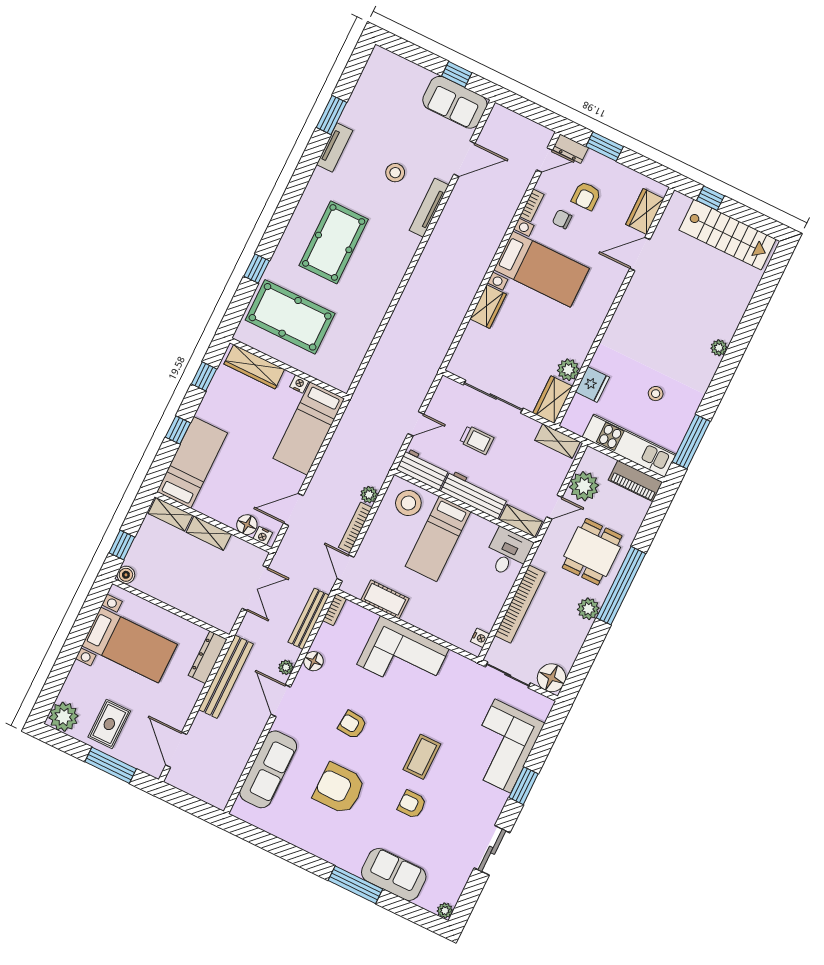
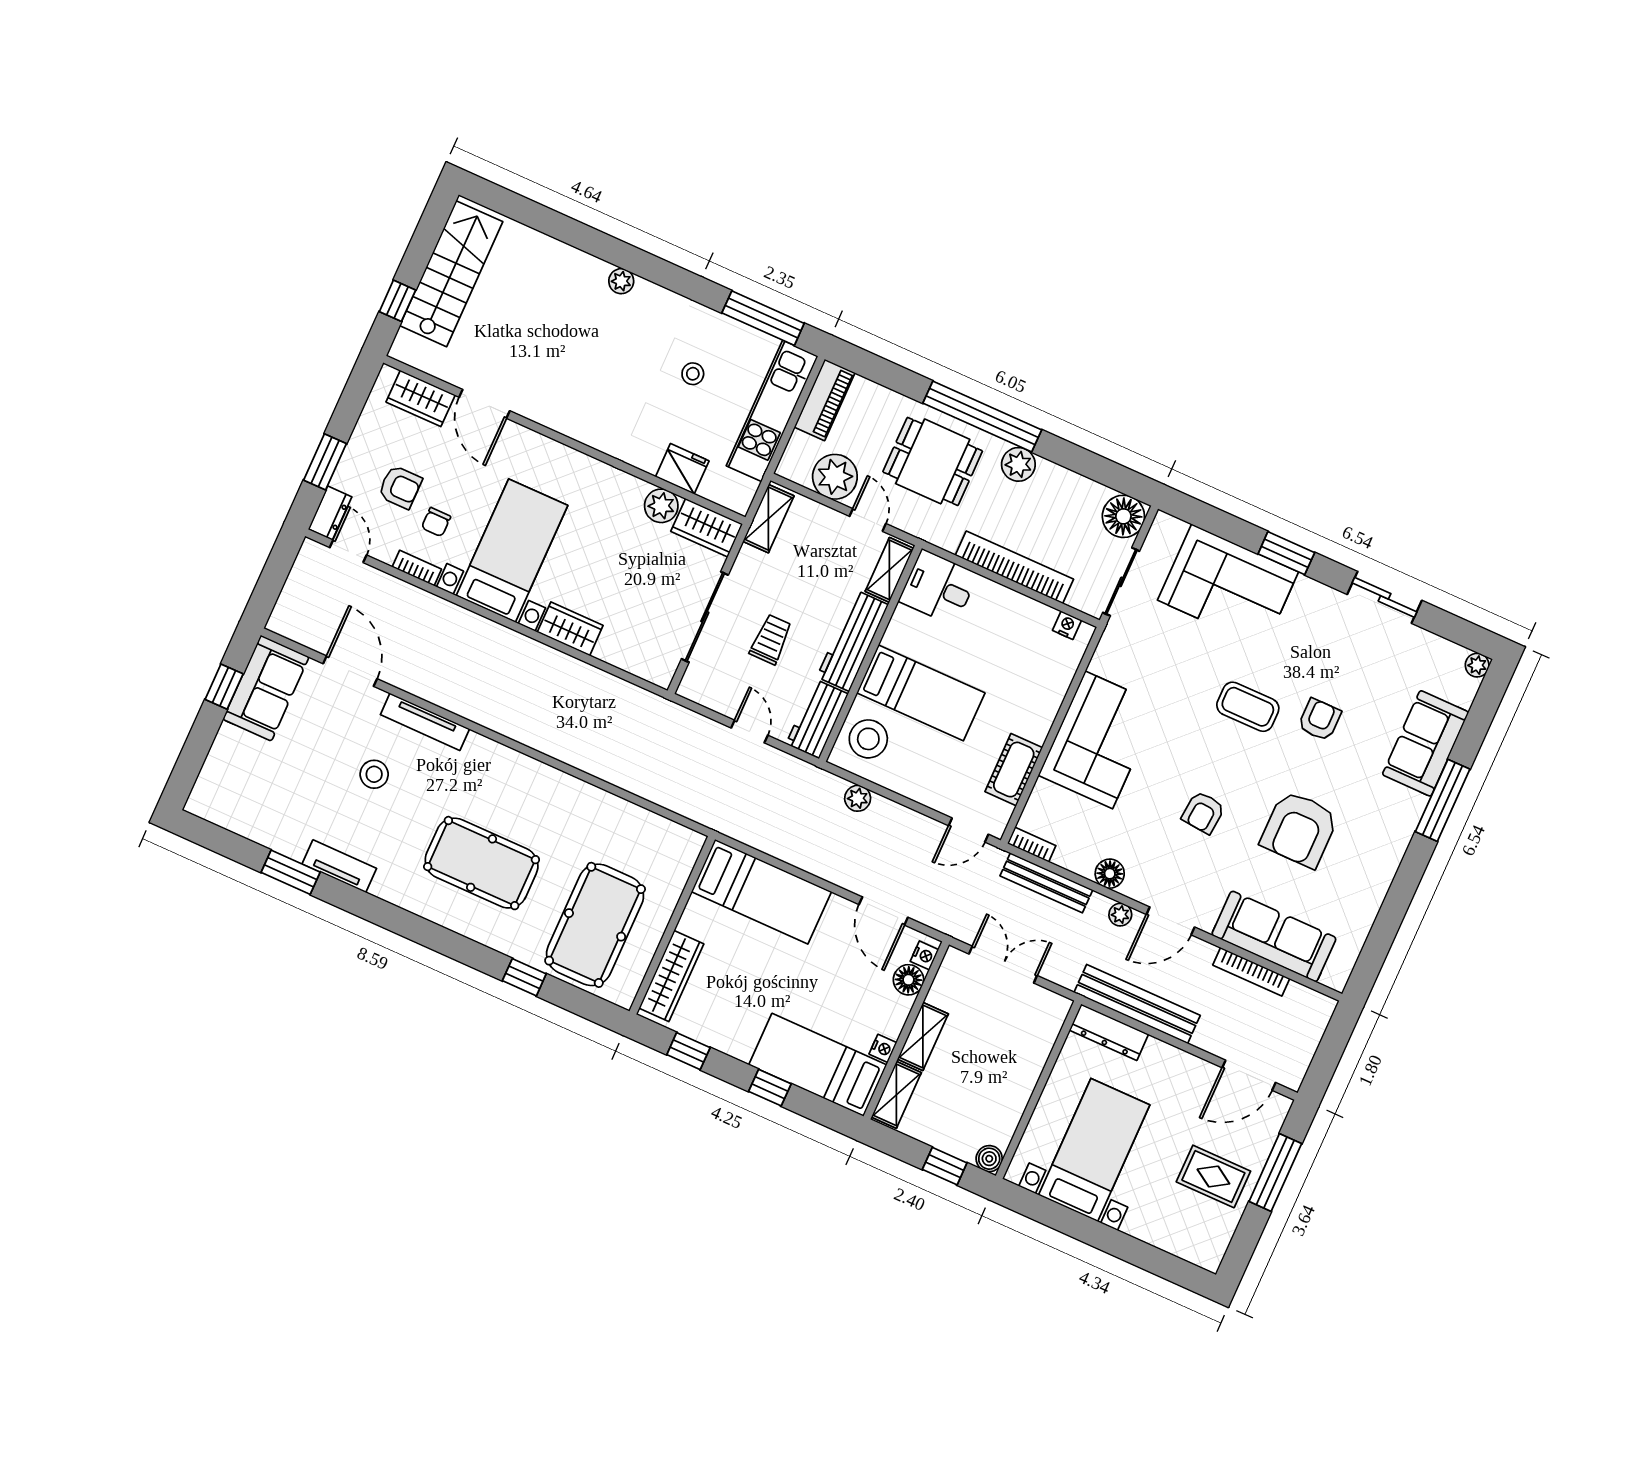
nightstand: (299, 384) -> (883, 1048), moved, turned 180
bookcase: (355, 527) -> (1251, 972), moved
plant: (64, 717) -> (1205, 1245), removed
armchair: (412, 804) -> (1320, 720), turned 180

